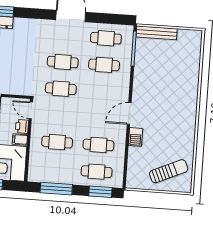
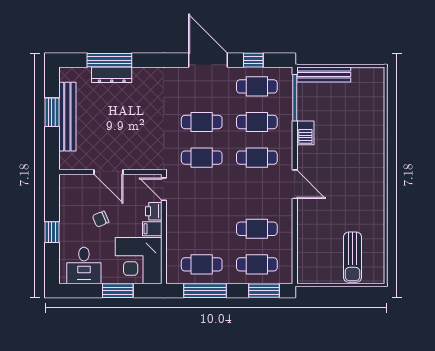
window: (105, 18) -> (253, 60), added
cafe table: (102, 92) -> (257, 158), added
door: (129, 114) -> (295, 184), swing flipped
barbecue: (136, 137) -> (305, 133), moved
cafe table: (57, 142) -> (202, 264), moved
sun lounger: (169, 171) -> (352, 257), turned 114

